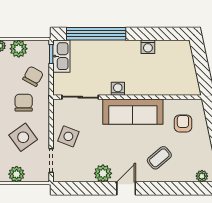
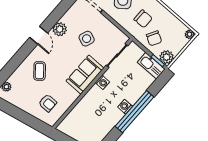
window: (96, 34) -> (135, 112), moved
washing machine: (148, 47) -> (125, 107), moved
plant: (19, 49) -> (167, 57), moved
sofa: (133, 112) -> (85, 74), width x0.73
side table: (68, 136) -> (87, 39), moved

